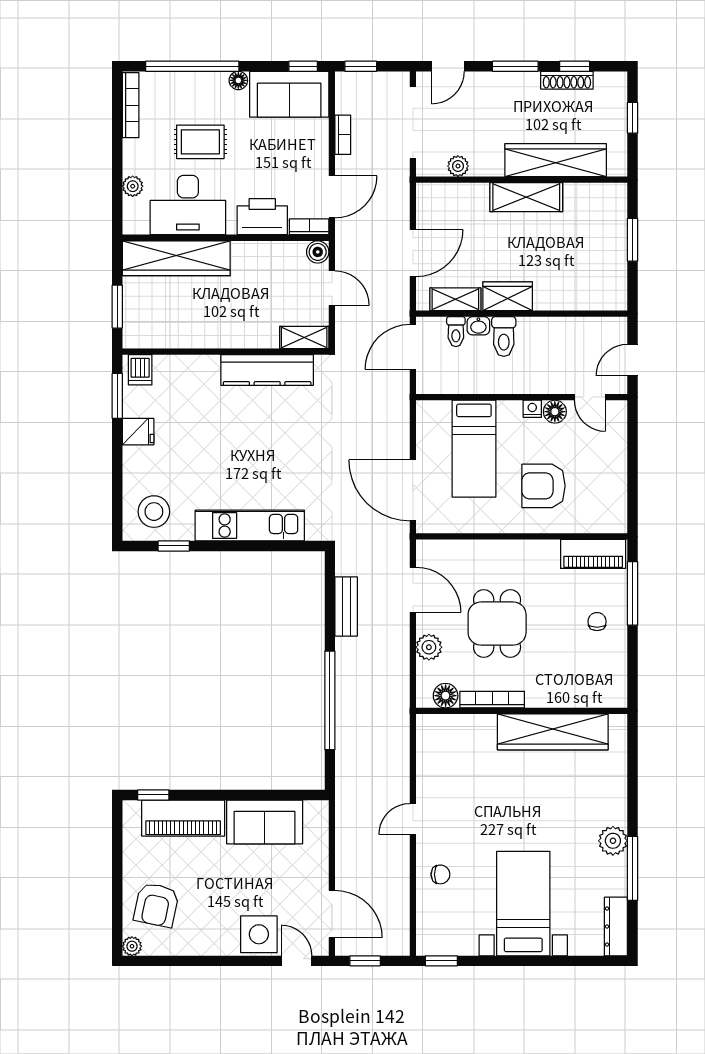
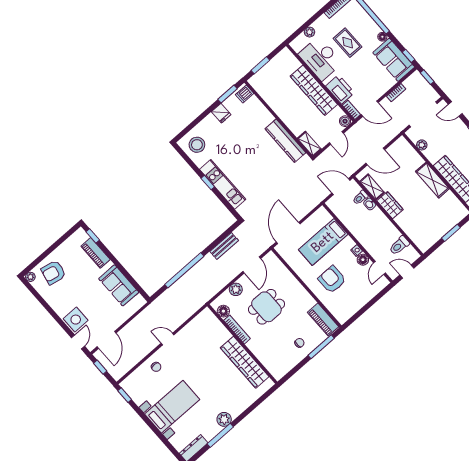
wardrobe: (176, 258) -> (314, 90), moved
toilet: (504, 337) -> (399, 245), moved
window: (174, 546) -> (208, 183), moved
piano: (183, 818) -> (96, 253), width x0.73, depth x0.75

